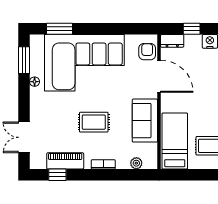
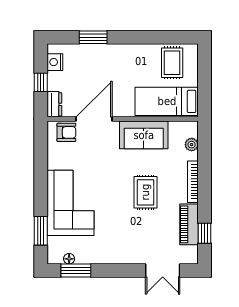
armchair: (147, 52) -> (66, 132), turned 180
corner sofa: (84, 63) -> (70, 203), width x0.73, depth x0.74
floor lamp: (35, 82) -> (69, 259), moved
bookcase: (103, 164) -> (193, 182), width x1.56

